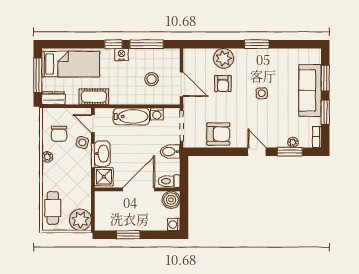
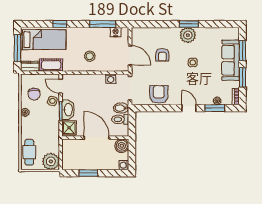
window: (113, 44) -> (60, 24), moved
nightstand: (122, 55) -> (116, 32), moved
plant: (224, 58) -> (188, 35), moved
stool: (152, 79) -> (90, 56), moved
cot: (94, 97) -> (51, 65), moved
bathtub: (131, 116) -> (91, 81), removed
armchair: (218, 134) -> (159, 94), turned -90
toilet: (169, 181) -> (120, 119), moved
door: (139, 189) -> (96, 138), hinge flipped

